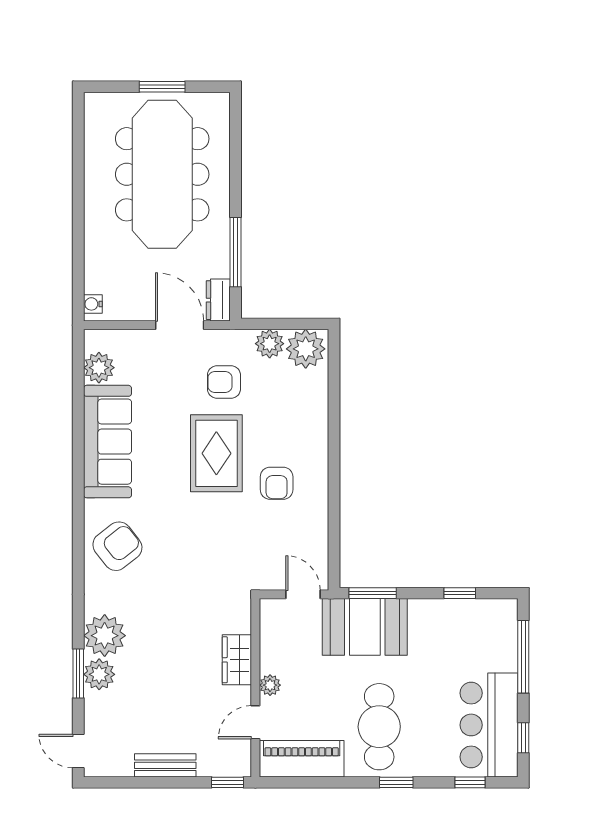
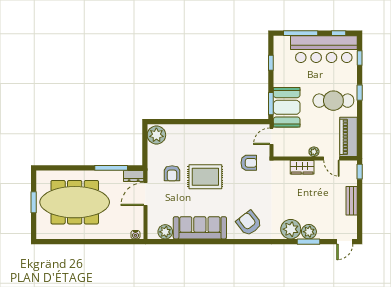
plant: (270, 344) -> (154, 152), removed
armchair: (277, 483) -> (249, 163), moved
bar counter: (489, 725) -> (324, 49), width x1.36

